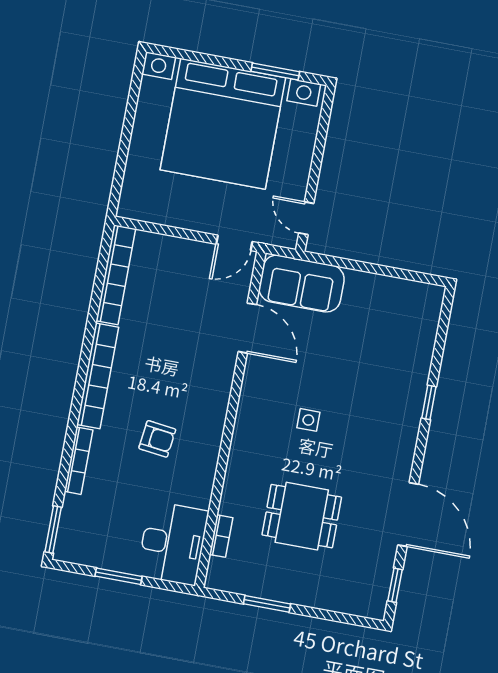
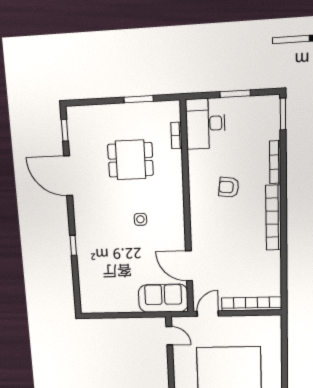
bookcase: (116, 275) -> (252, 304), moved, turned 90

